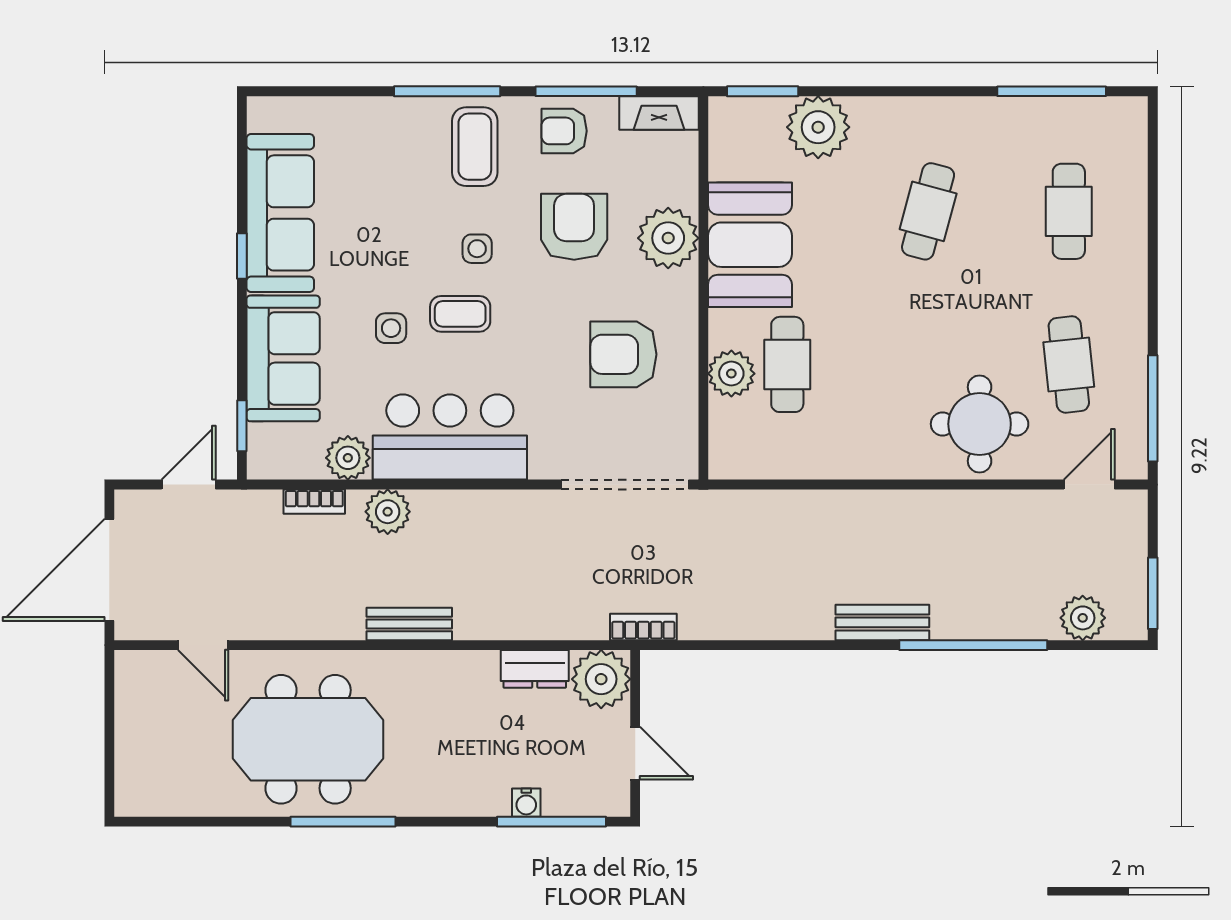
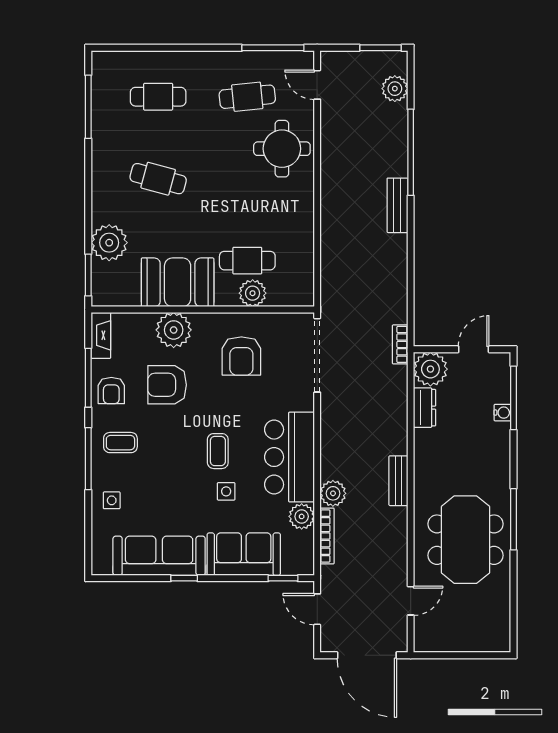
coffee table: (475, 147) -> (120, 443), width x0.73, depth x0.77
side table: (477, 249) -> (112, 500), moved
bookcase: (314, 502) -> (327, 536), width x1.56

